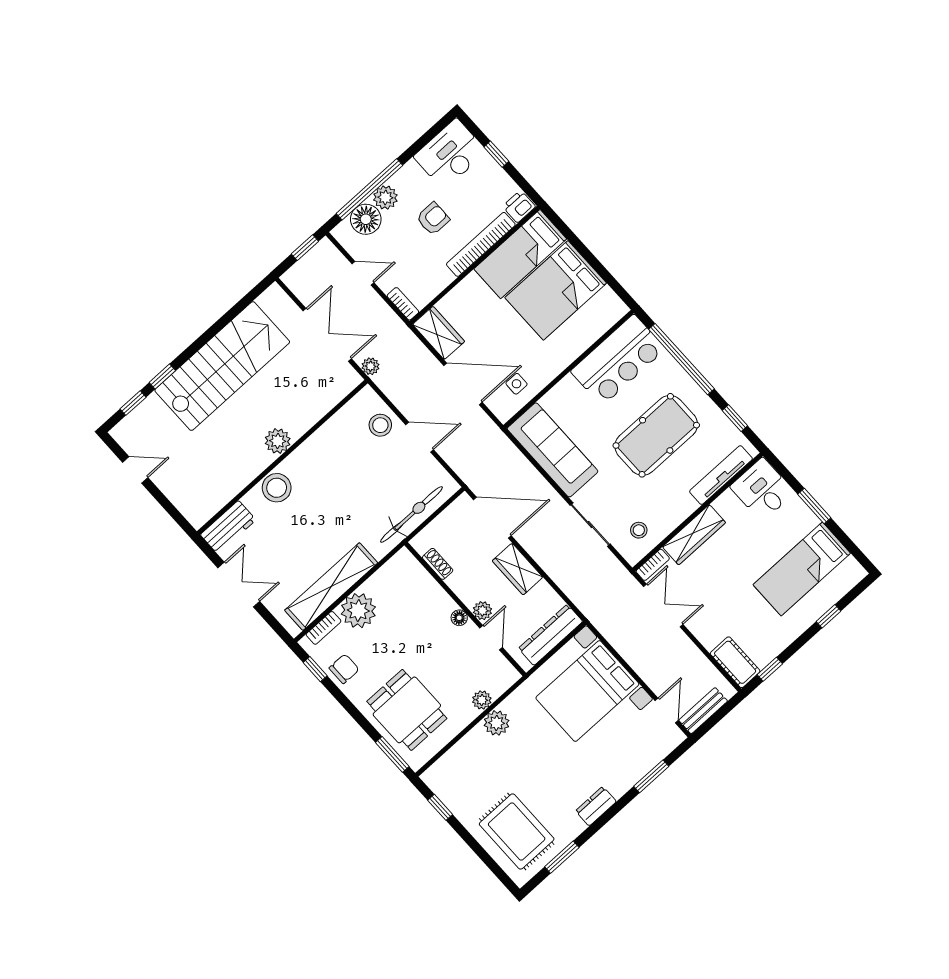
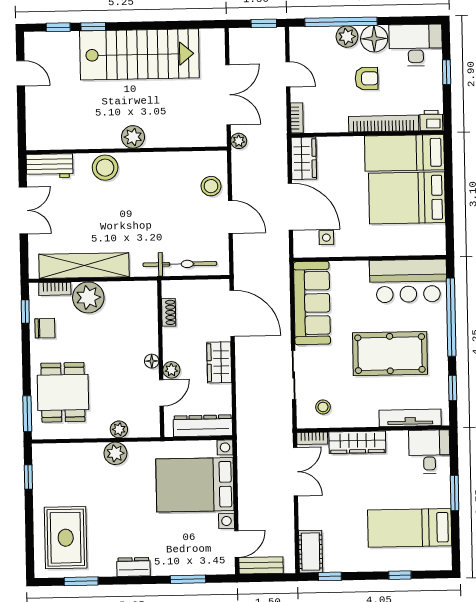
floor lamp: (366, 219) -> (374, 39), moved

